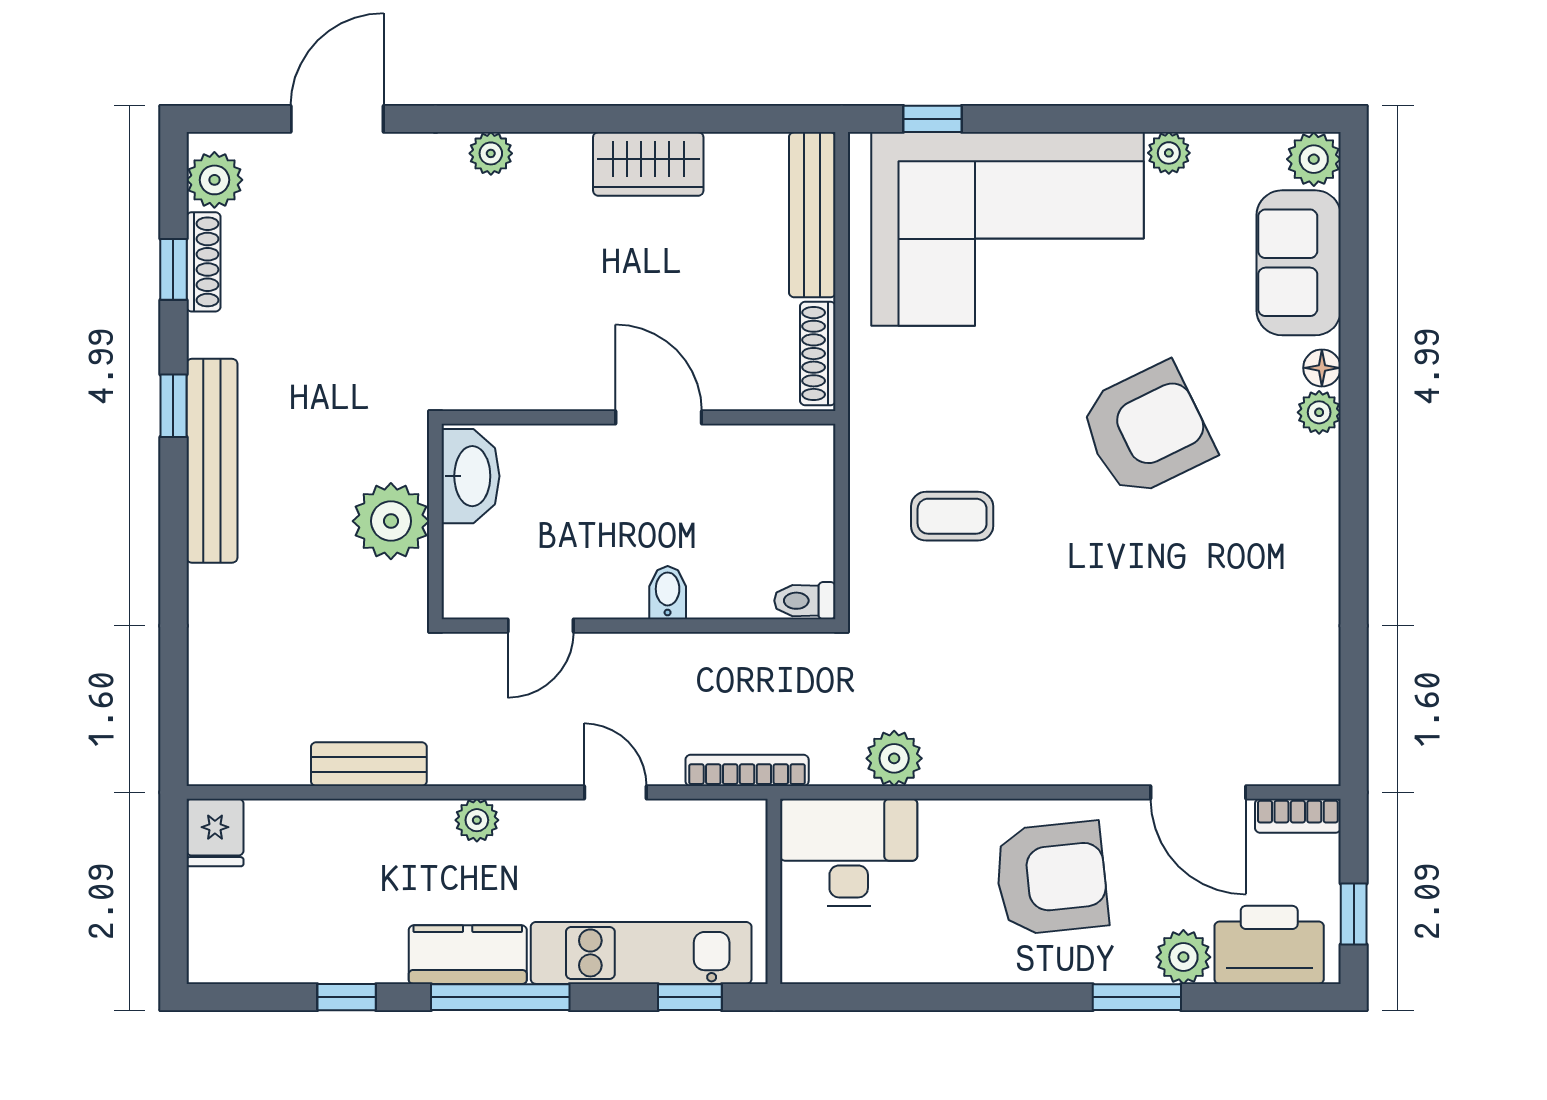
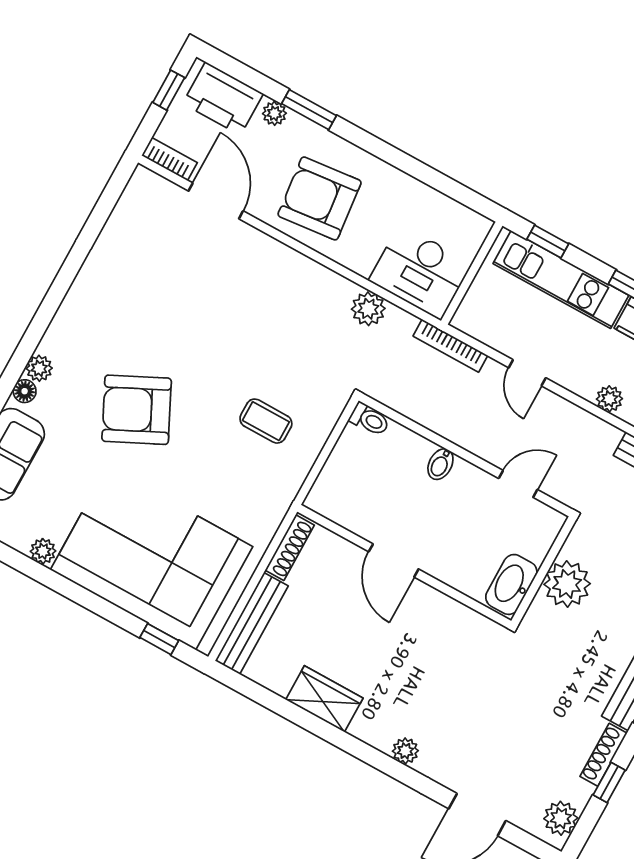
shoe rack: (203, 262) -> (603, 755), moved
plant: (1183, 957) -> (274, 113), width x0.73, depth x0.73

